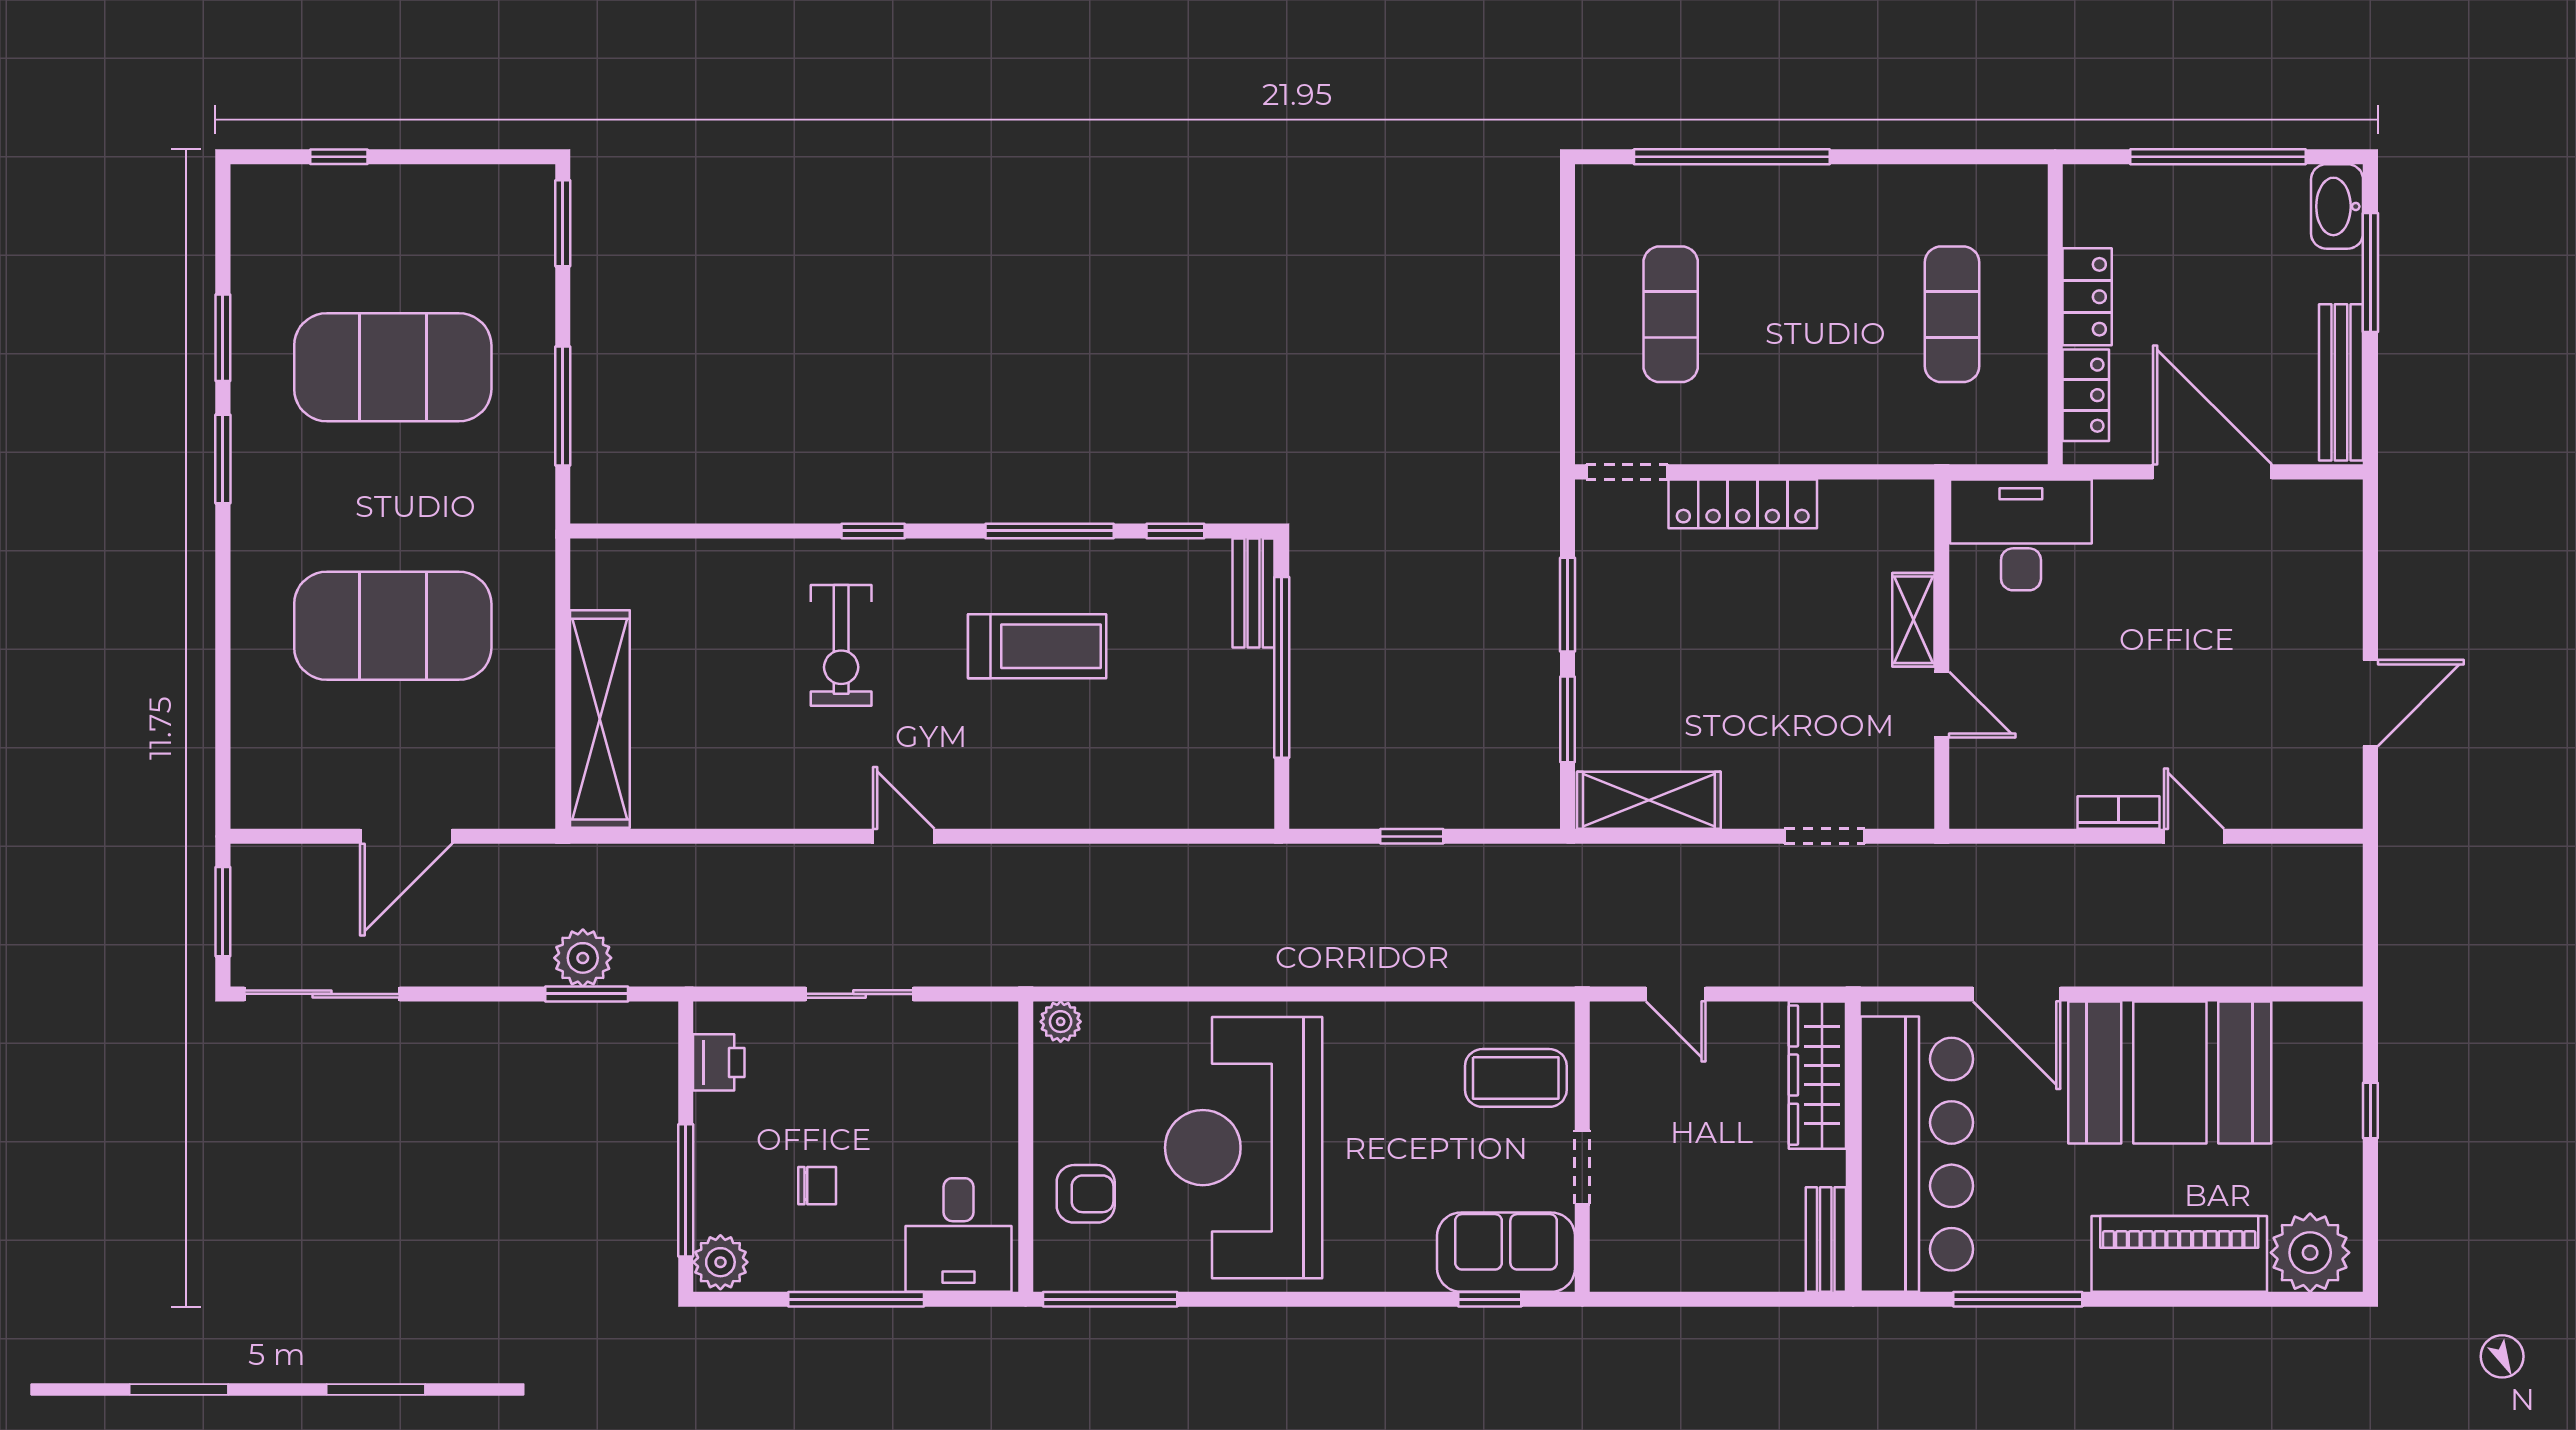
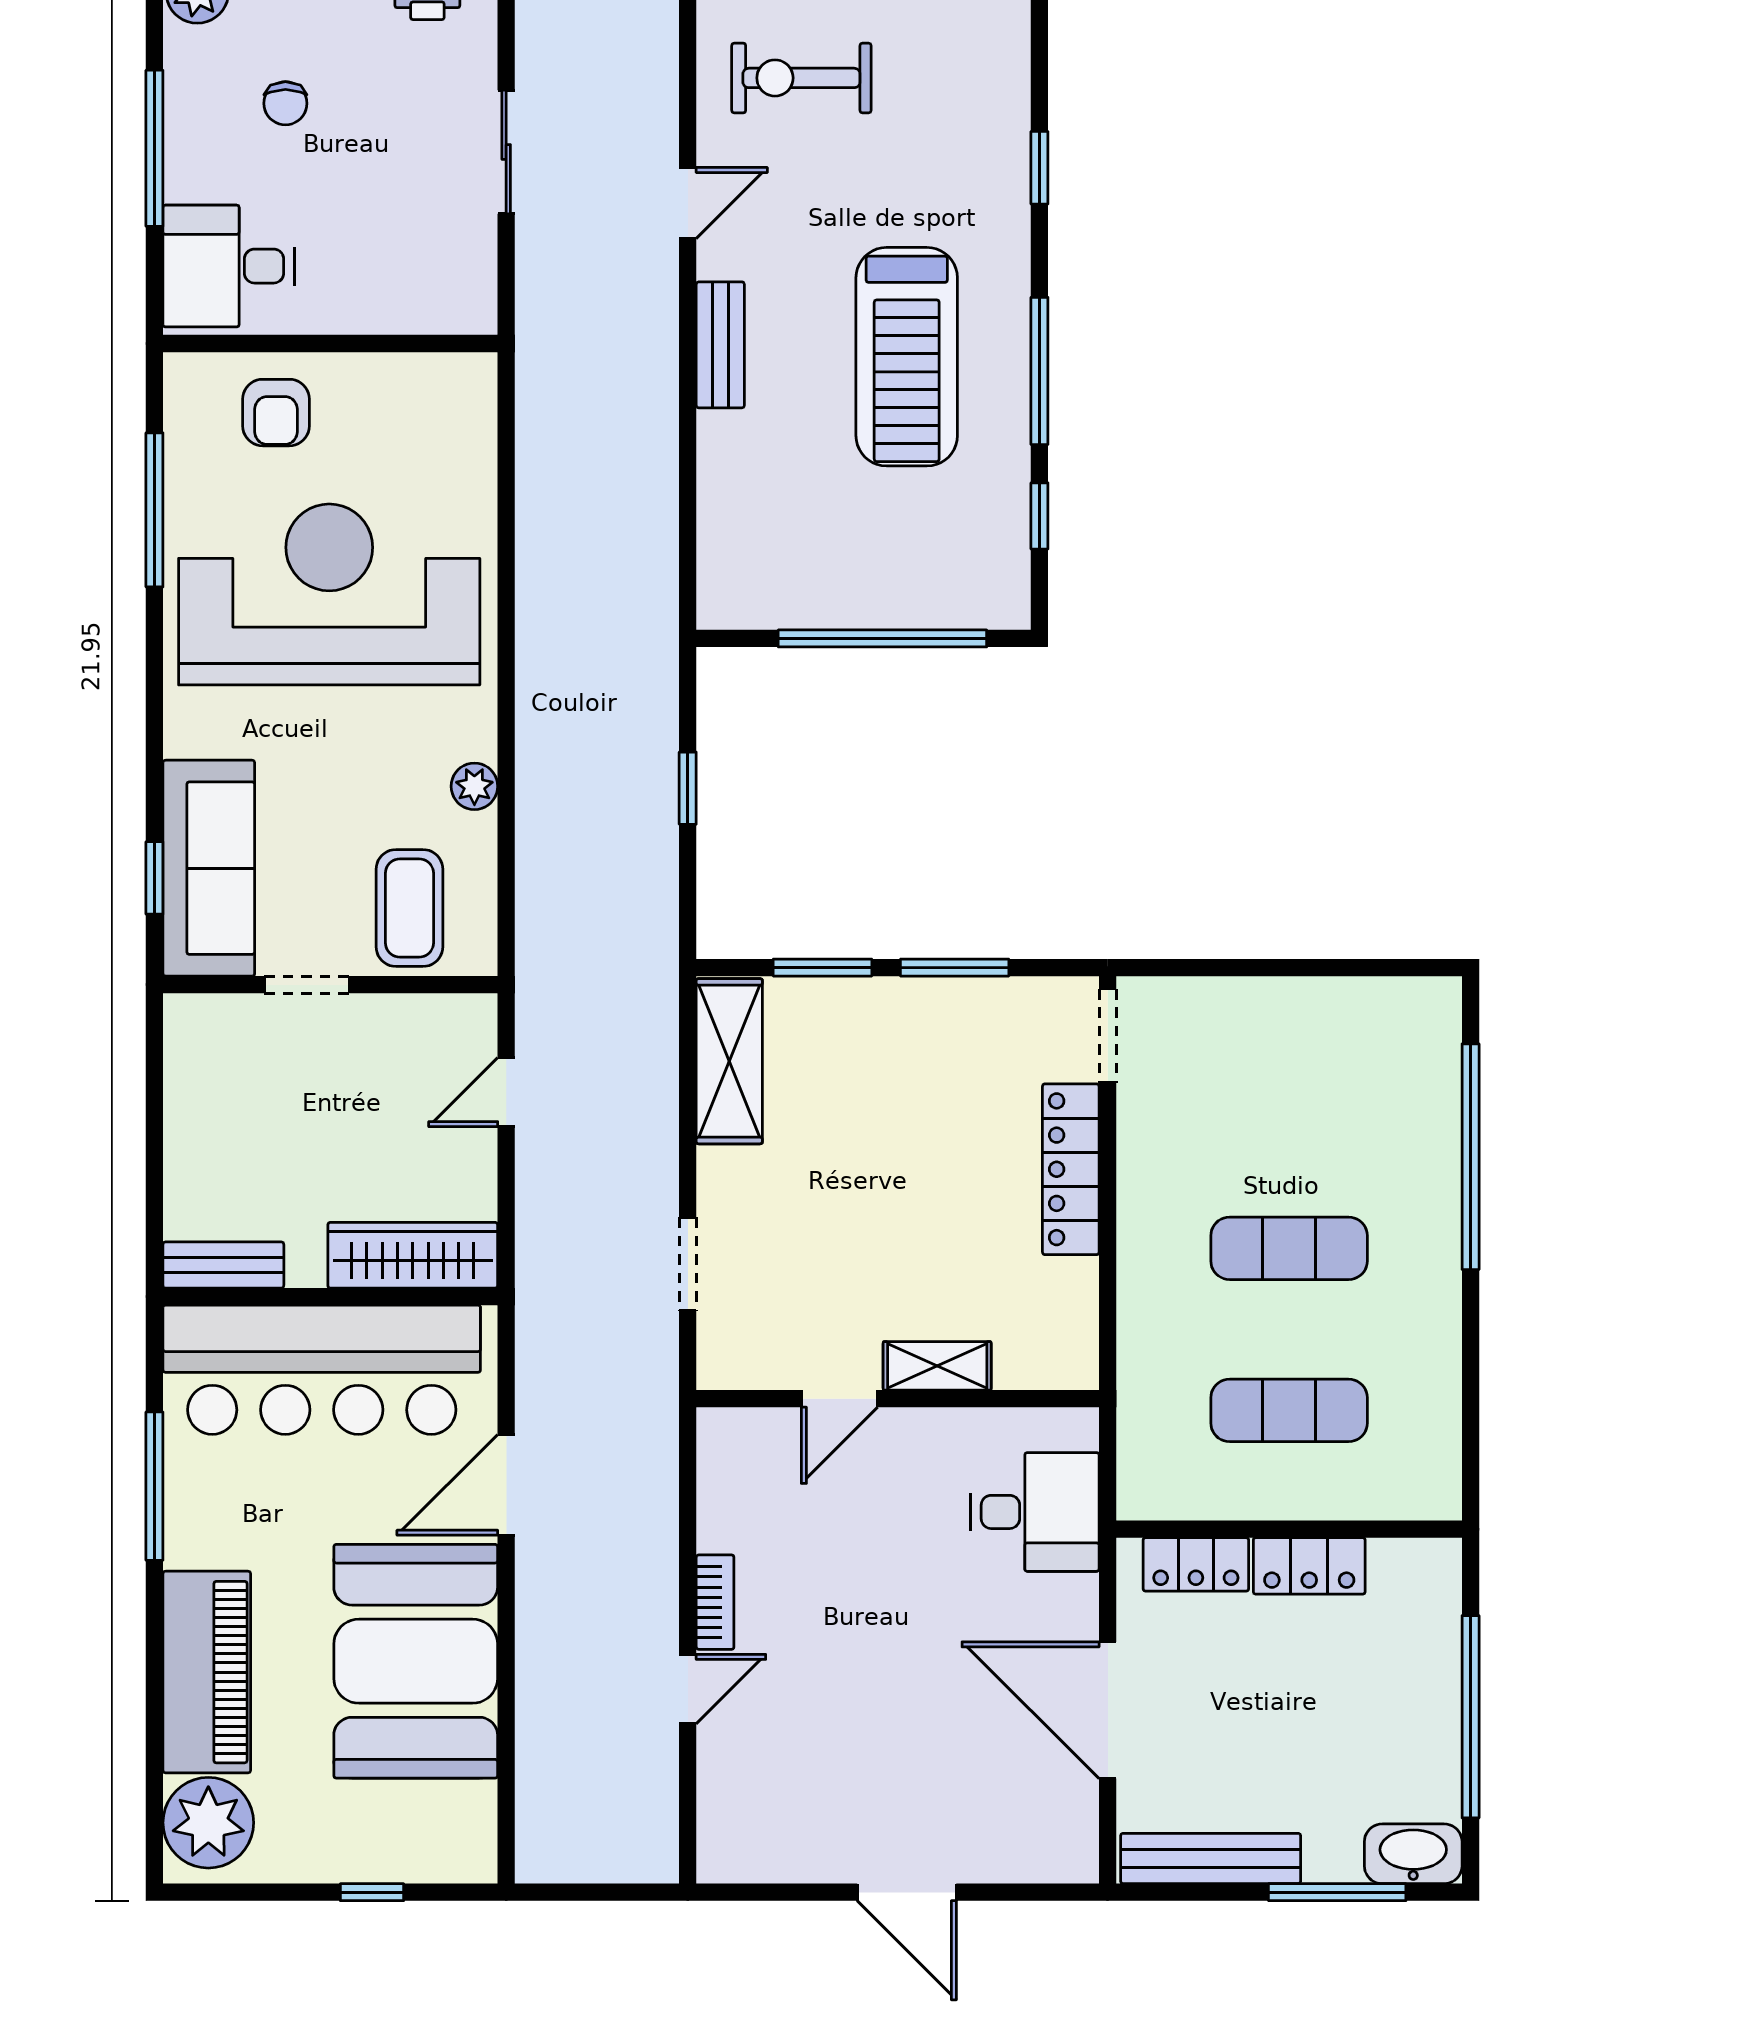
exercise mat: (1671, 314) -> (1289, 1248), moved
door: (2212, 472) -> (1108, 1710), swing flipped
desk: (2021, 535) -> (1035, 1512), width x0.73
bench: (1254, 593) -> (720, 345), moved, turned 90
exercise bike: (841, 645) -> (801, 78), moved
treadmill: (1037, 646) -> (907, 357), width x1.37, depth x1.38
door: (2370, 703) -> (907, 1892), moved
plant: (1061, 1022) -> (474, 786), moved
sofa: (1506, 1252) -> (209, 868), width x1.36
window: (1110, 1299) -> (154, 510), moved

